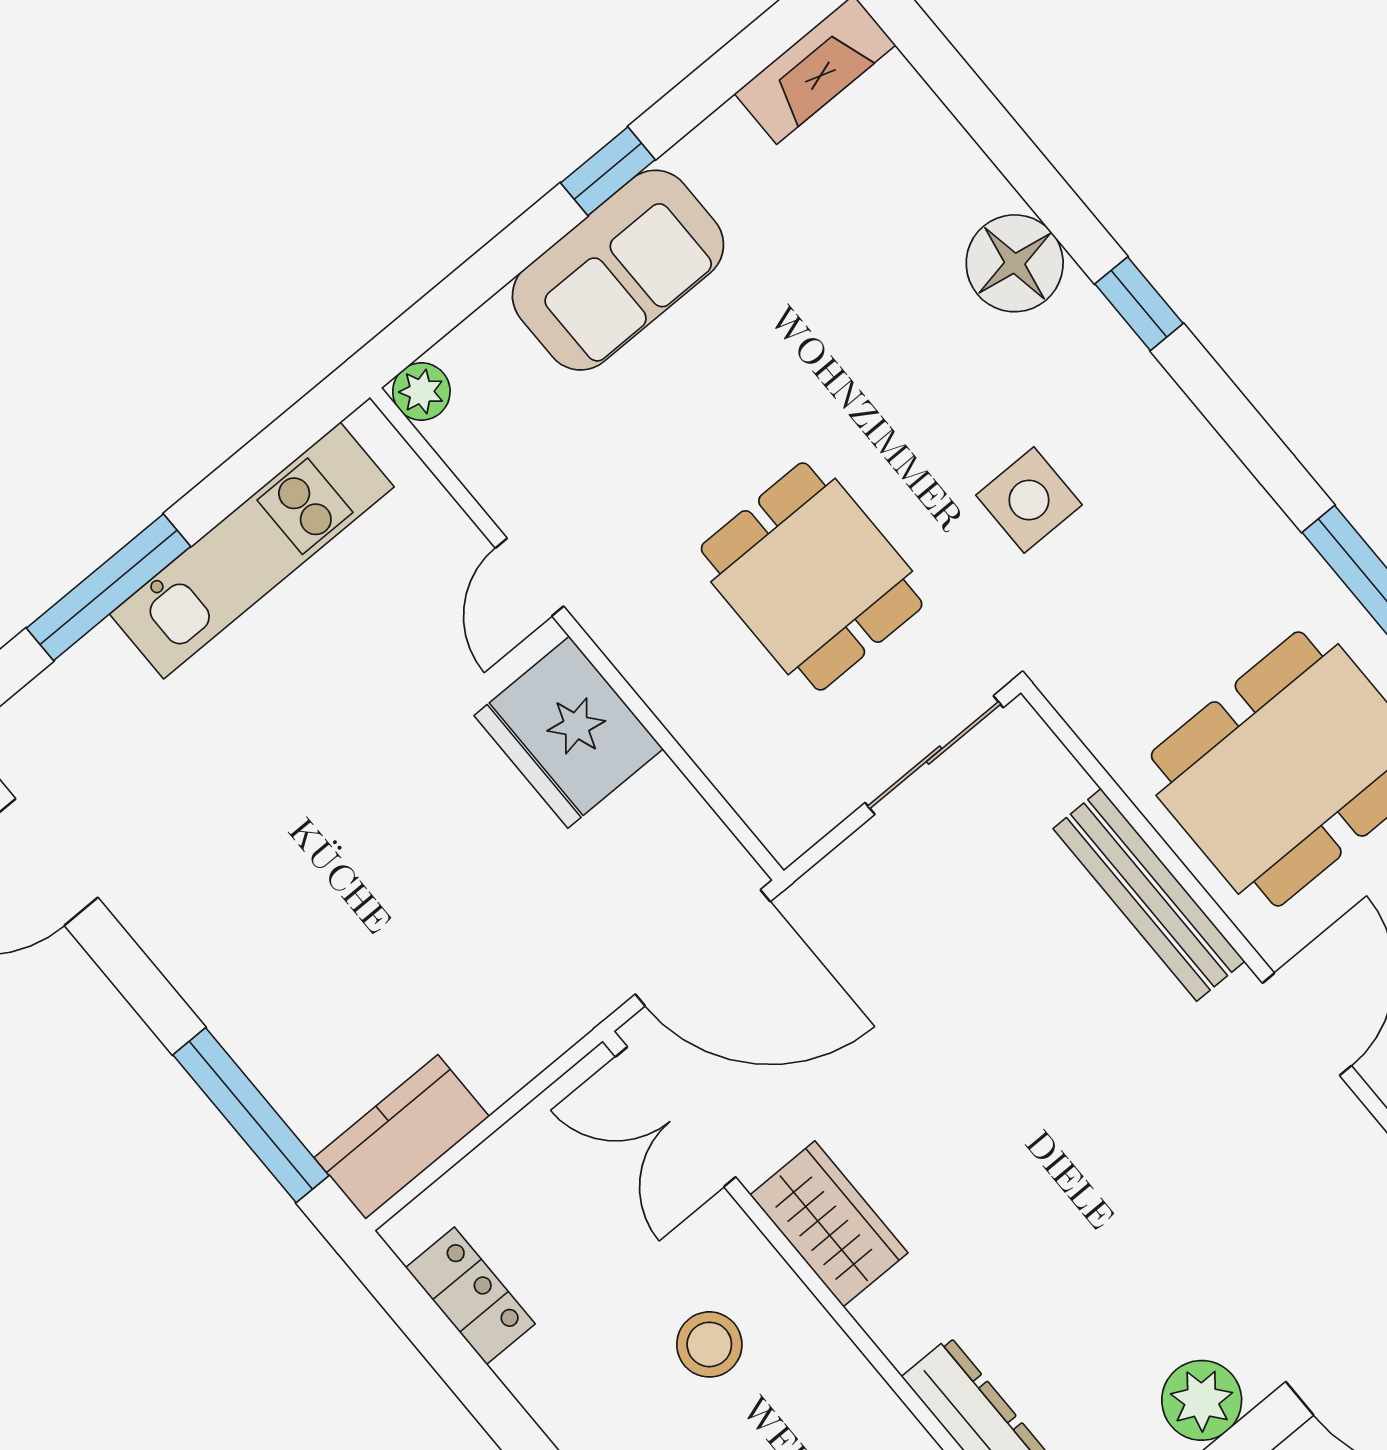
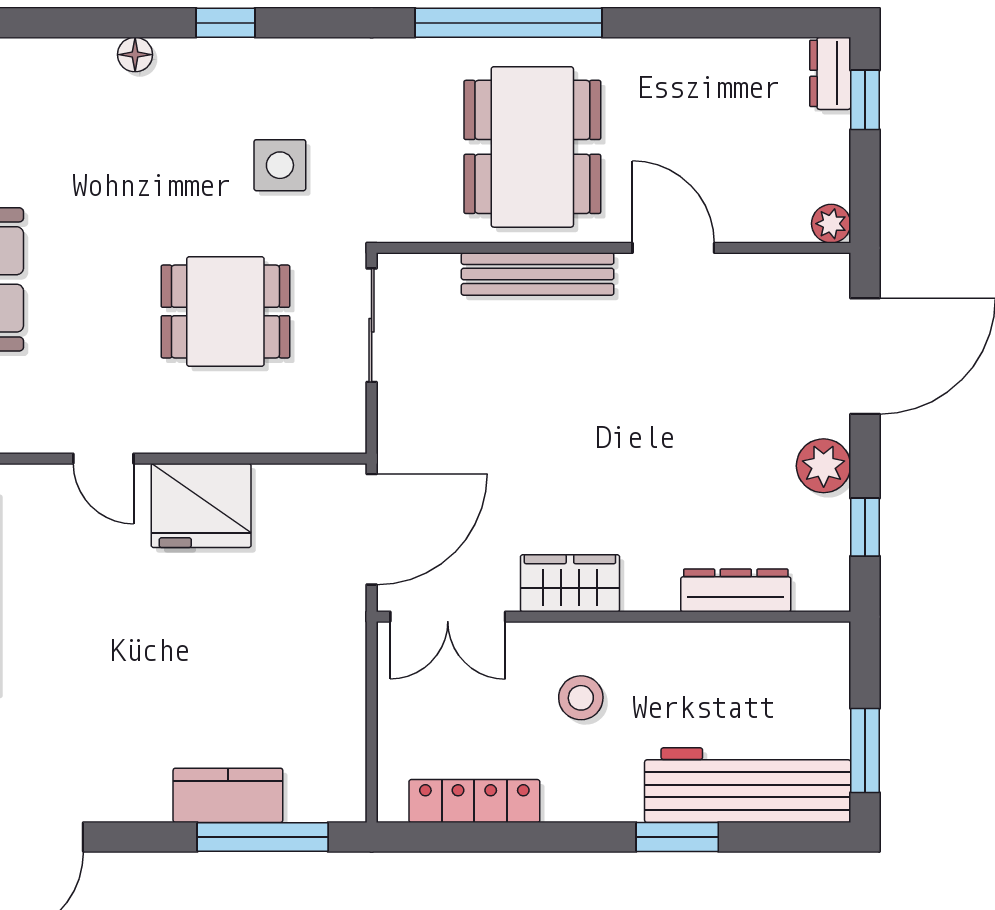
floor lamp: (1015, 263) -> (135, 55), width x0.53, depth x0.53
kitchen counter: (402, 1137) -> (228, 795), moved, turned 90
locker: (470, 1296) -> (474, 801), width x1.53

